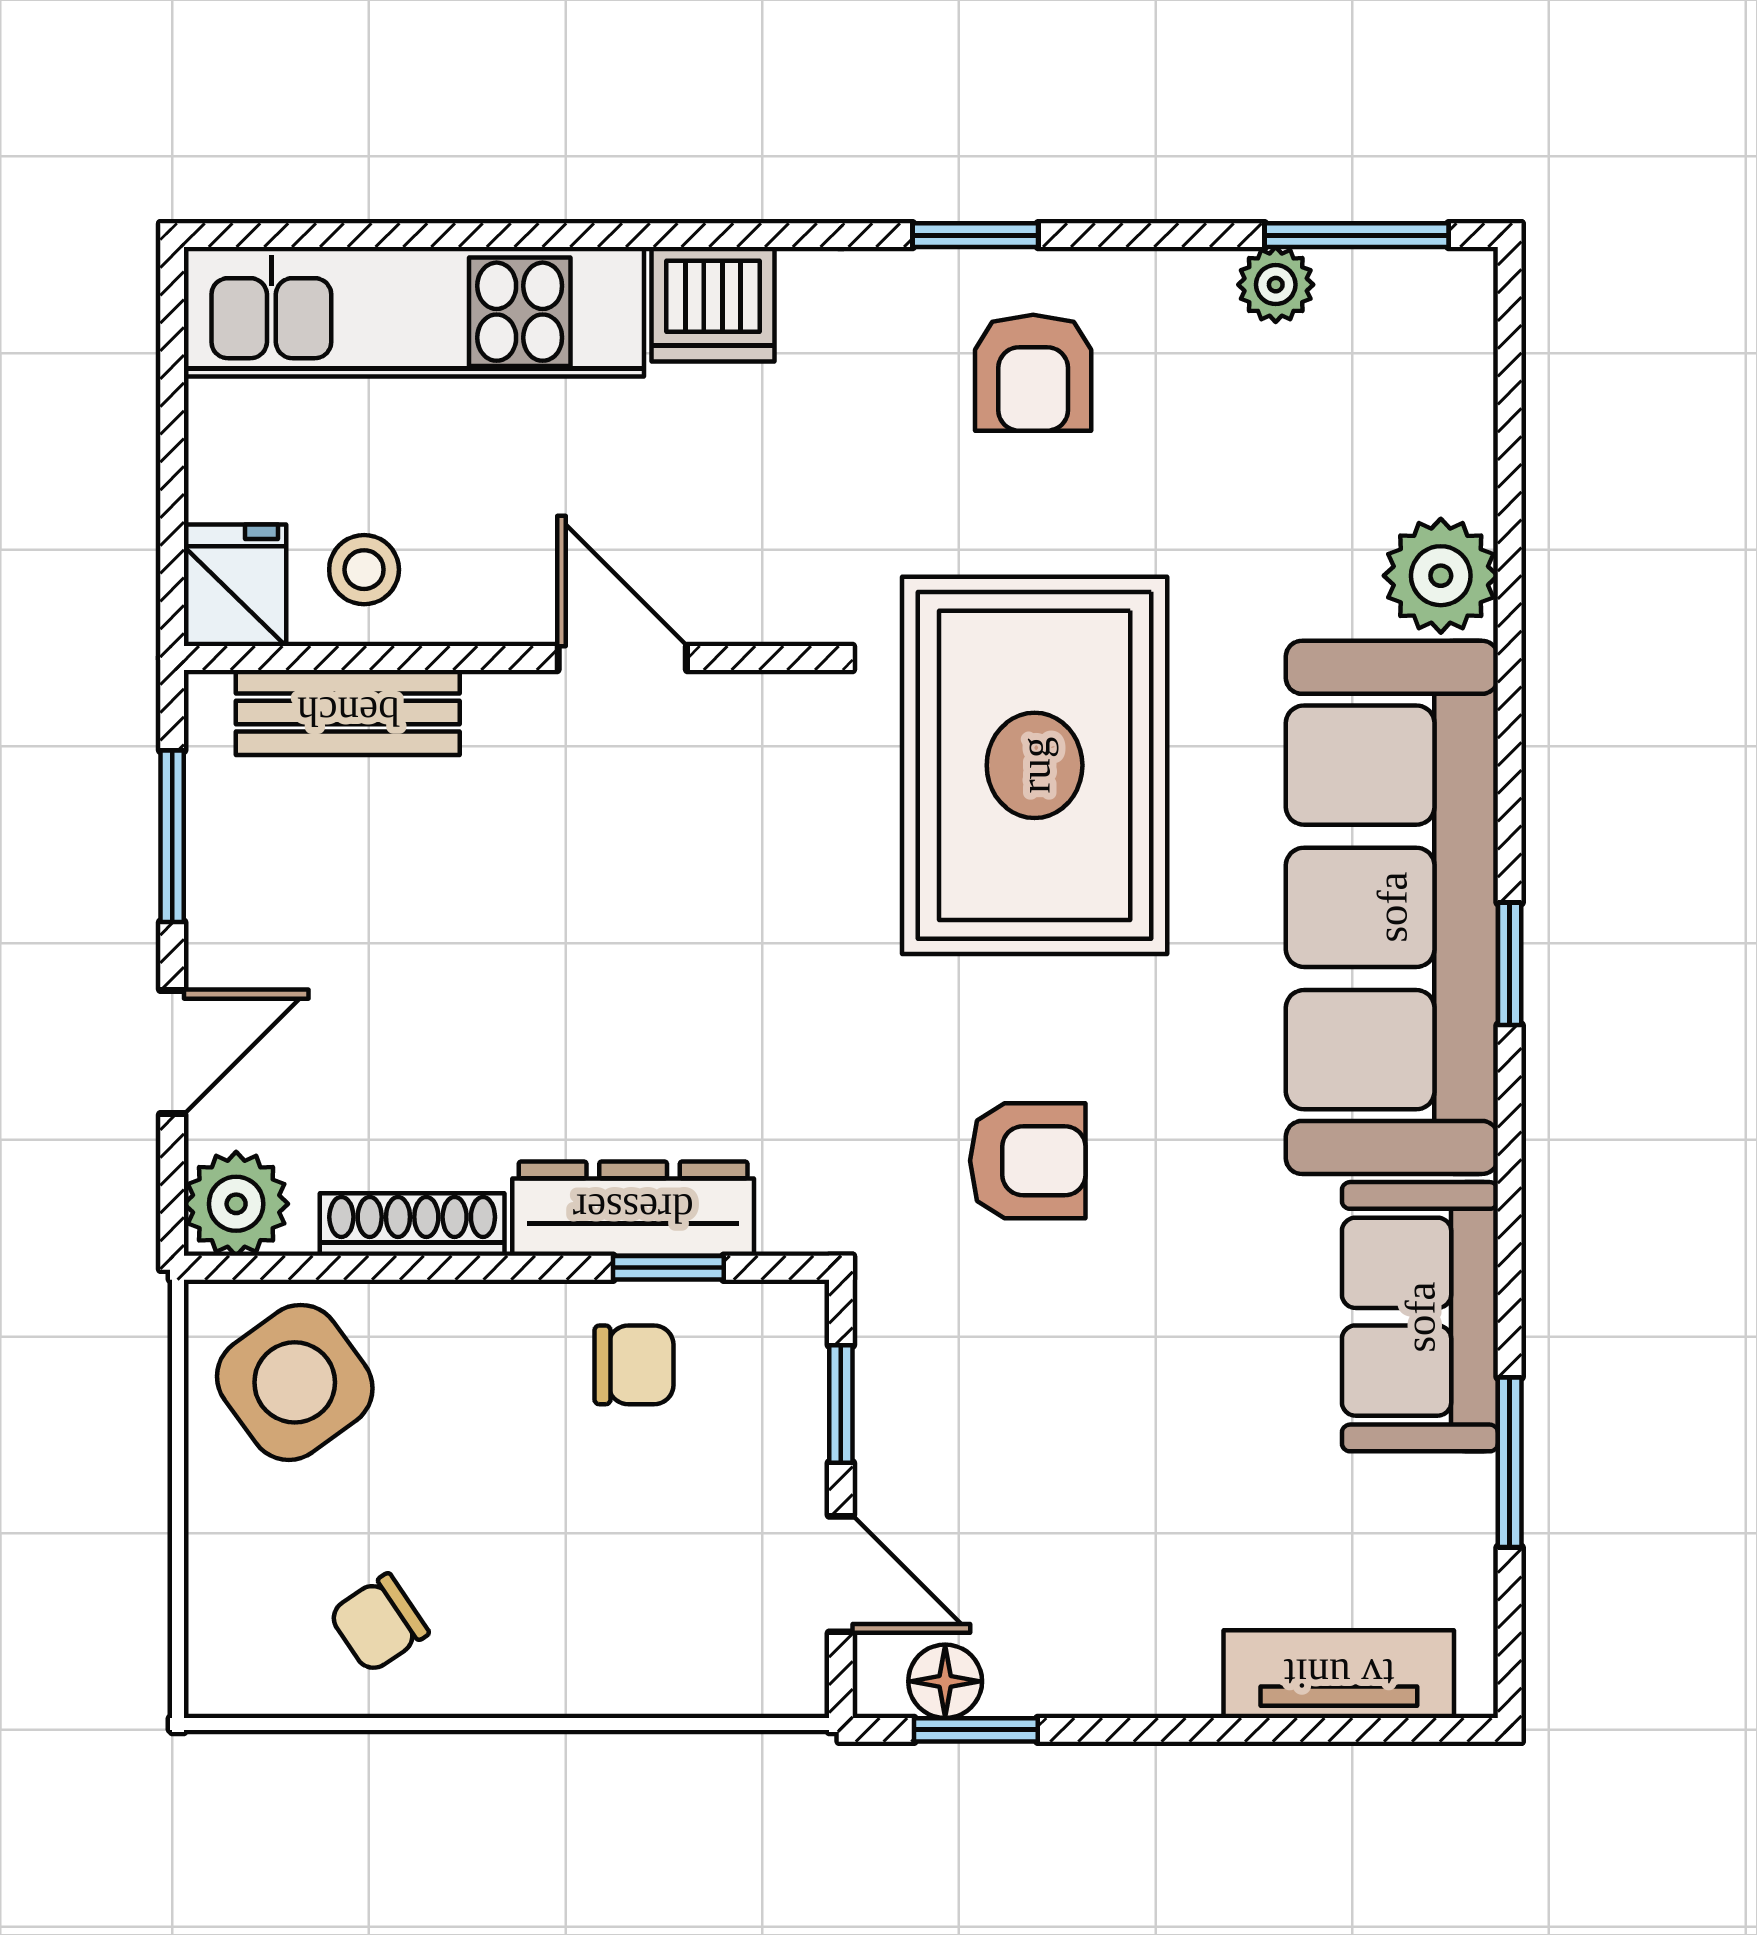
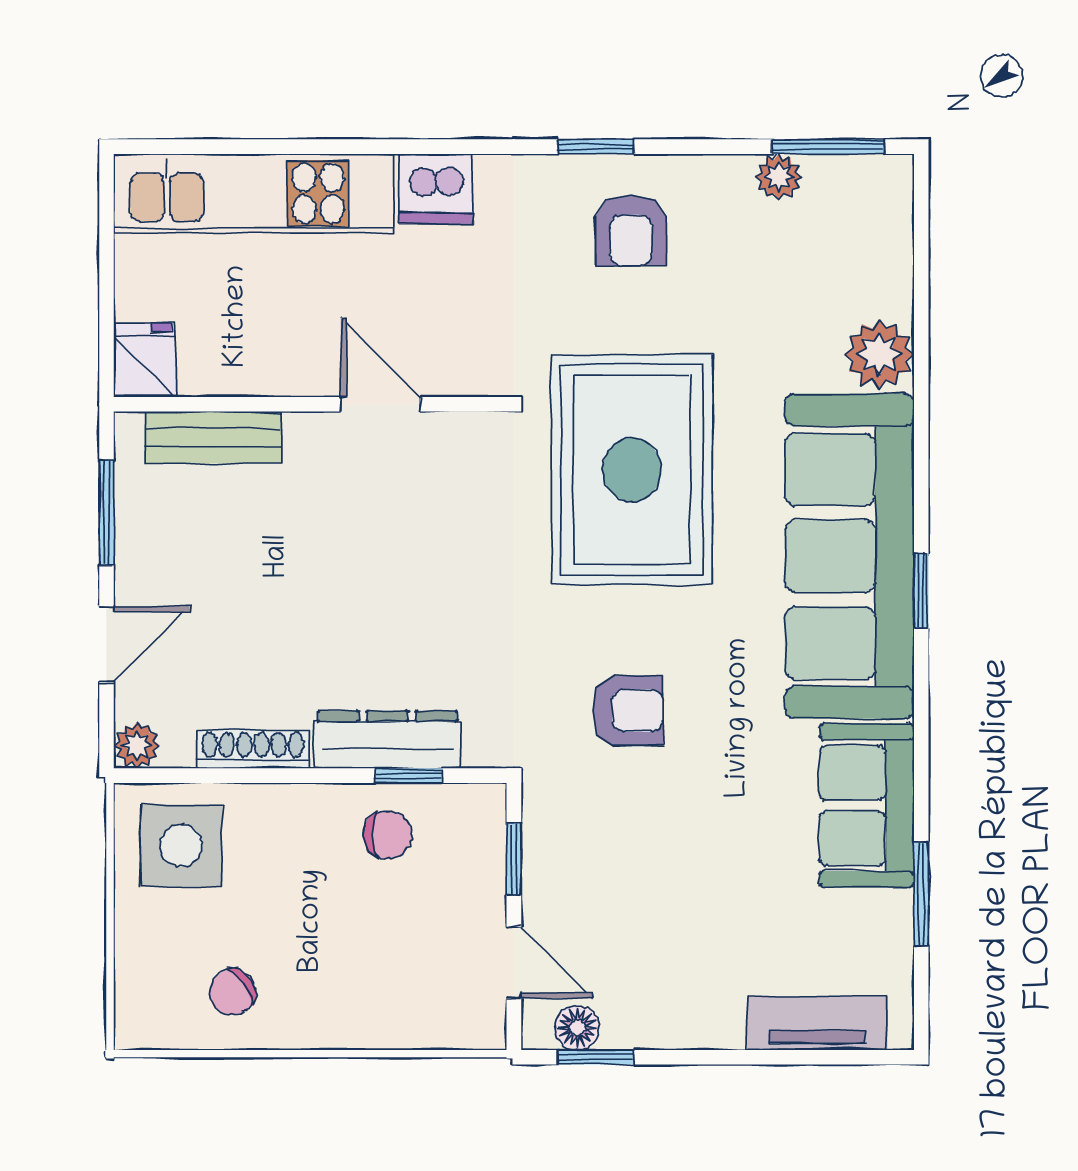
stool: (364, 570) -> (223, 350), removed
plant: (236, 1204) -> (137, 745), width x0.73, depth x0.73
side table: (295, 1382) -> (181, 846), turned 36

